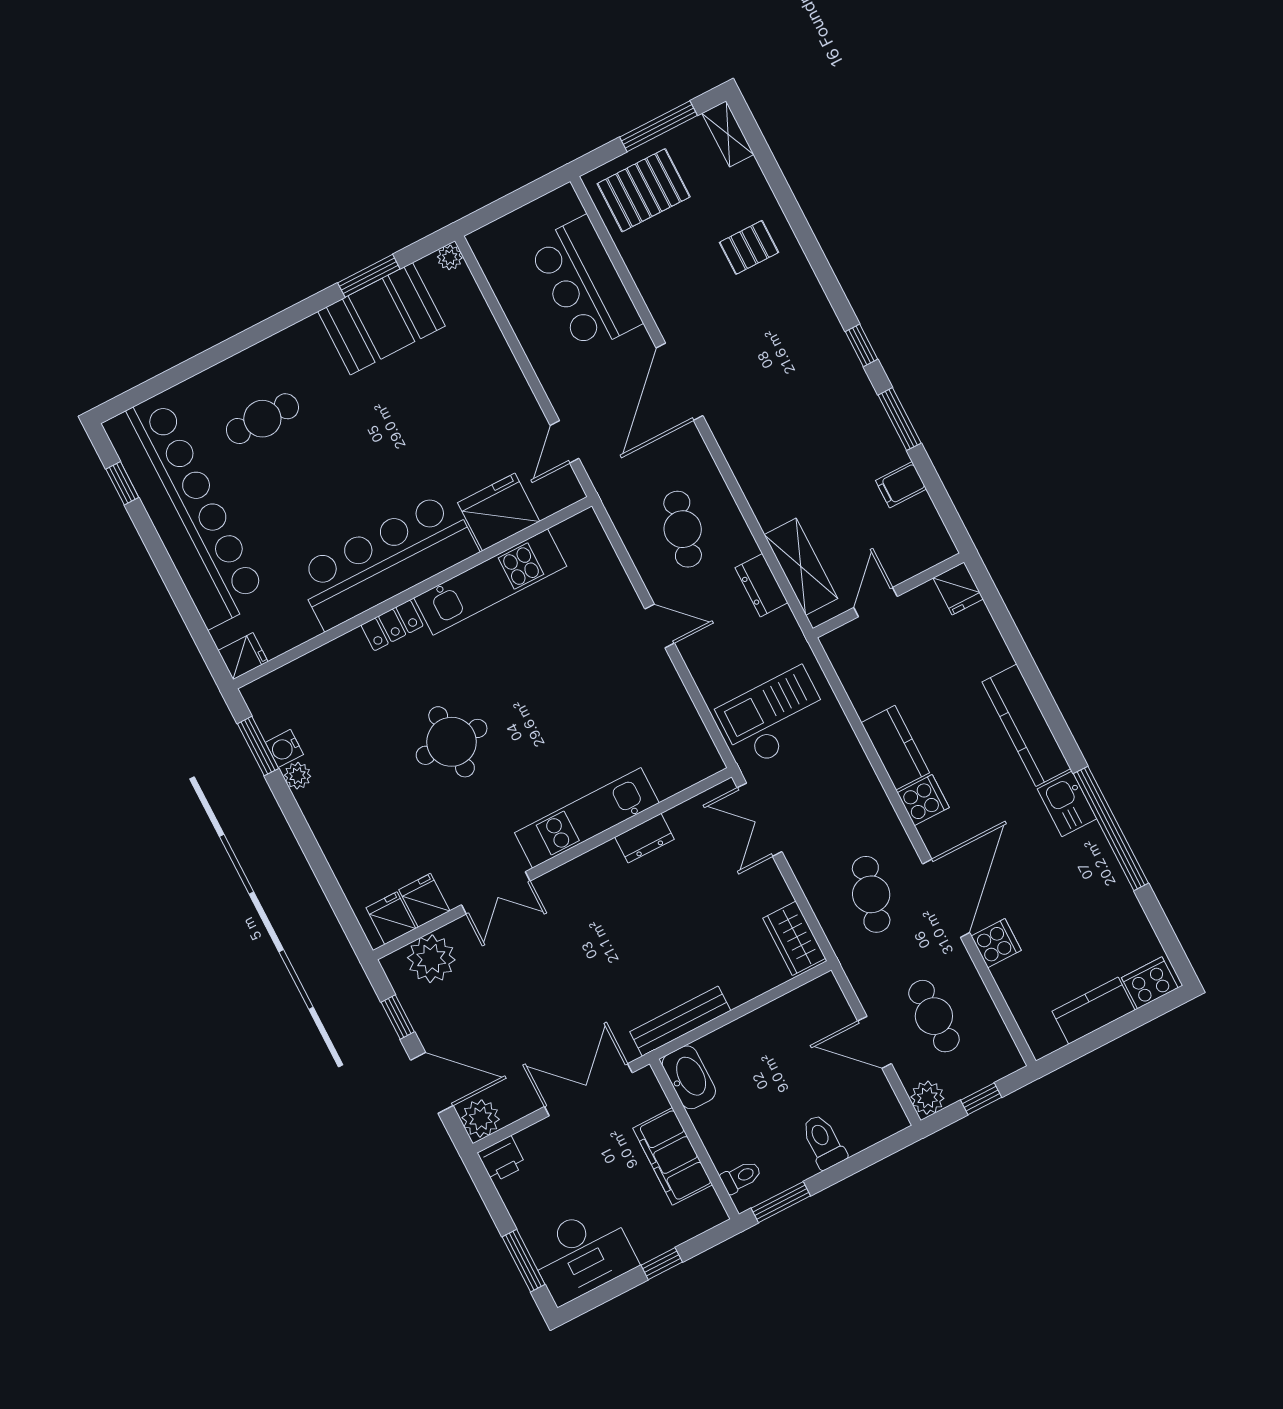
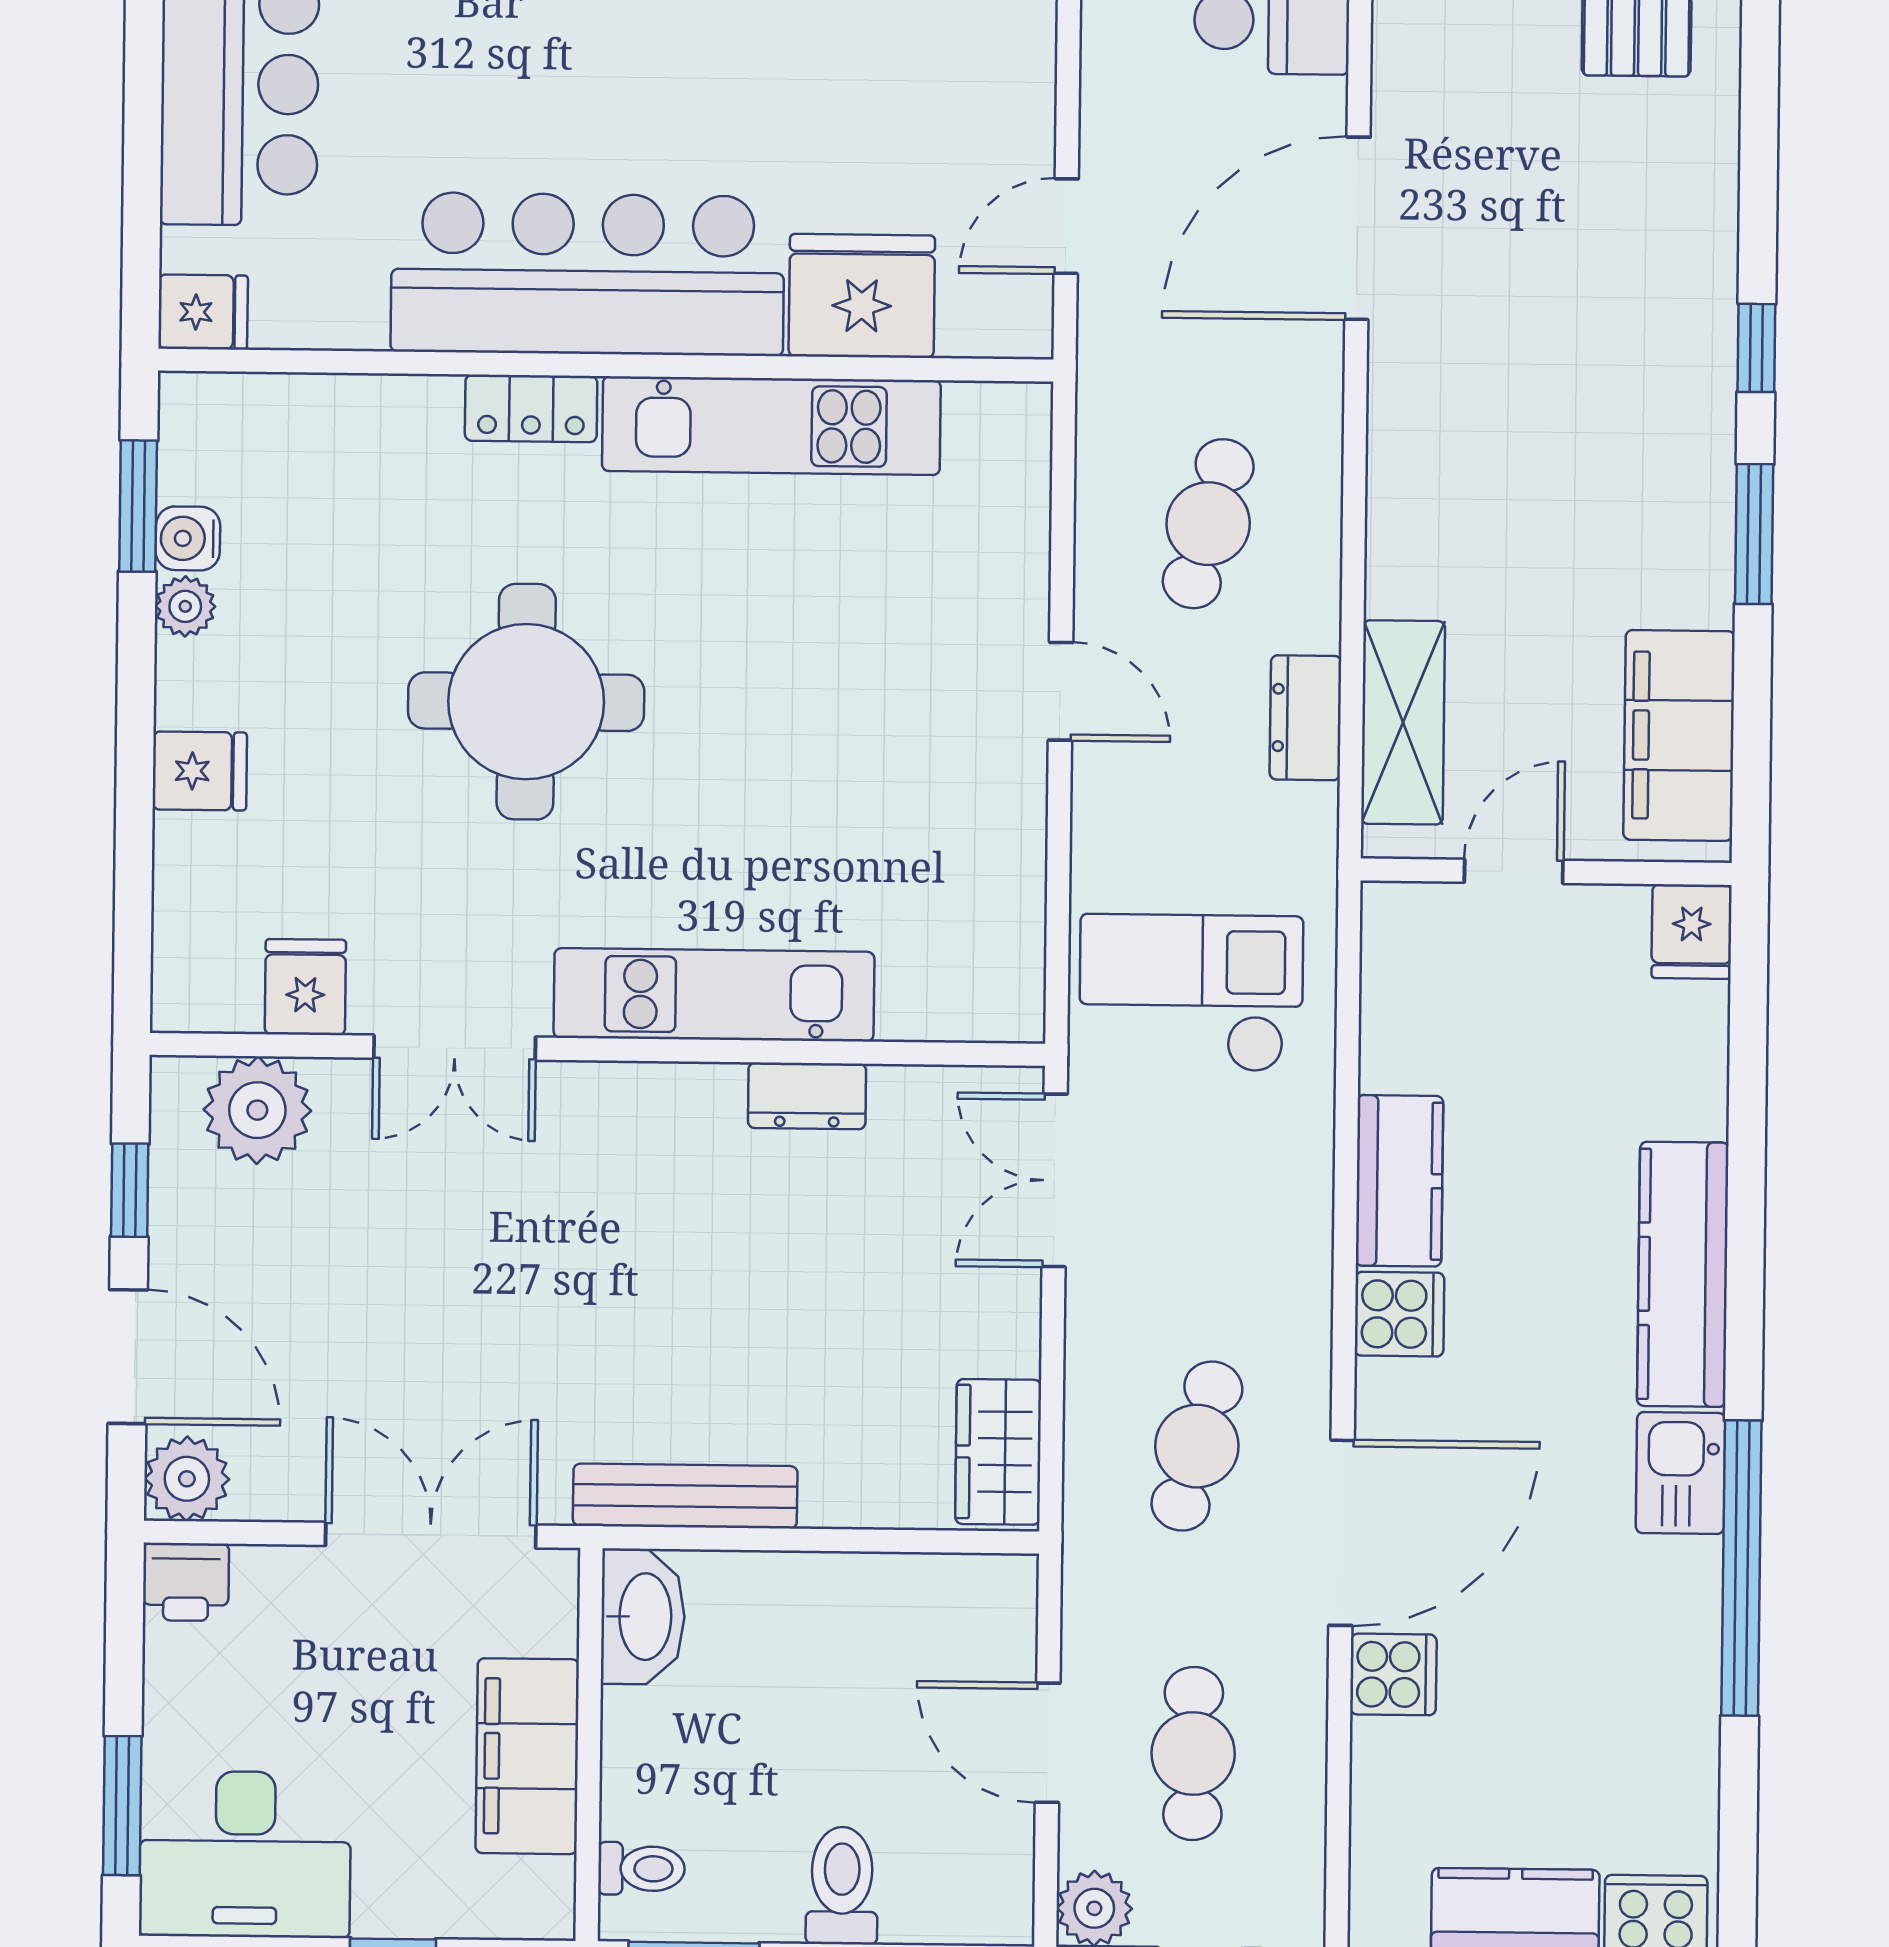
filing cabinet: (901, 485) -> (1679, 735), width x3.00, depth x1.17
round table: (452, 742) -> (526, 702), width x1.36, depth x1.36
fridge: (391, 918) -> (200, 771), moved, turned 90

